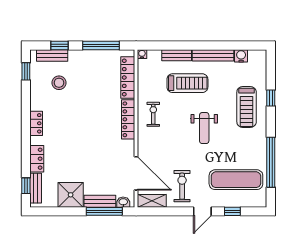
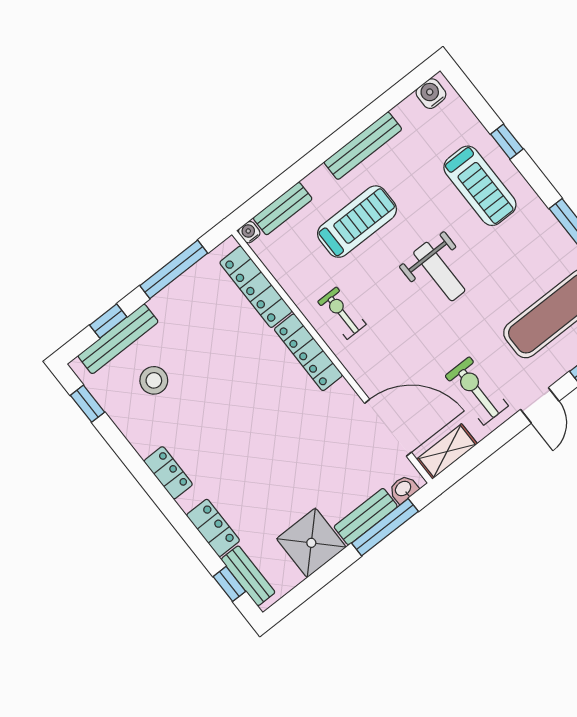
bench: (52, 55) -> (118, 339), width x1.36
bench: (177, 55) -> (283, 209), moved
water cooler: (241, 56) -> (431, 94), moved

